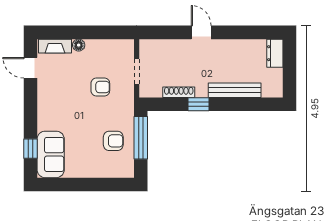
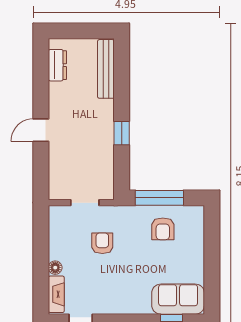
dresser: (275, 53) -> (57, 65), moved, turned -90
bench: (235, 90) -> (106, 69), moved
shoe rack: (179, 92) -> (108, 155), removed
armchair: (113, 141) -> (163, 229), turned 180

